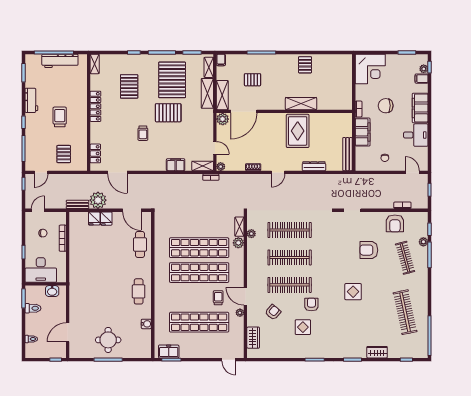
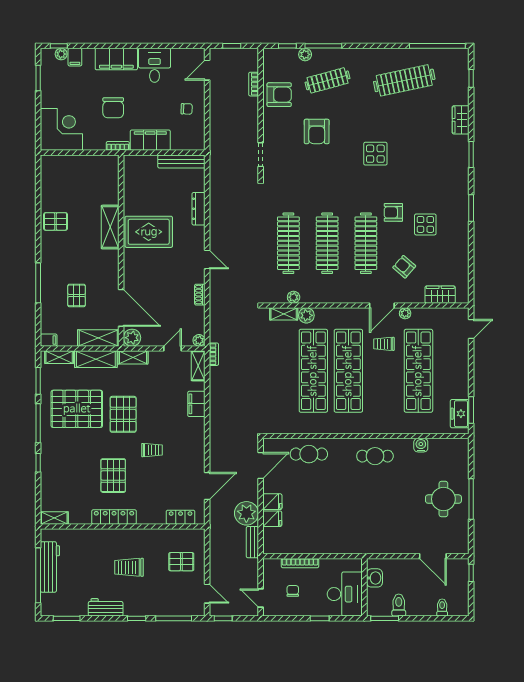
pallet: (129, 86) -> (113, 476), moved, turned 90
shelving: (209, 120) -> (133, 357), added

